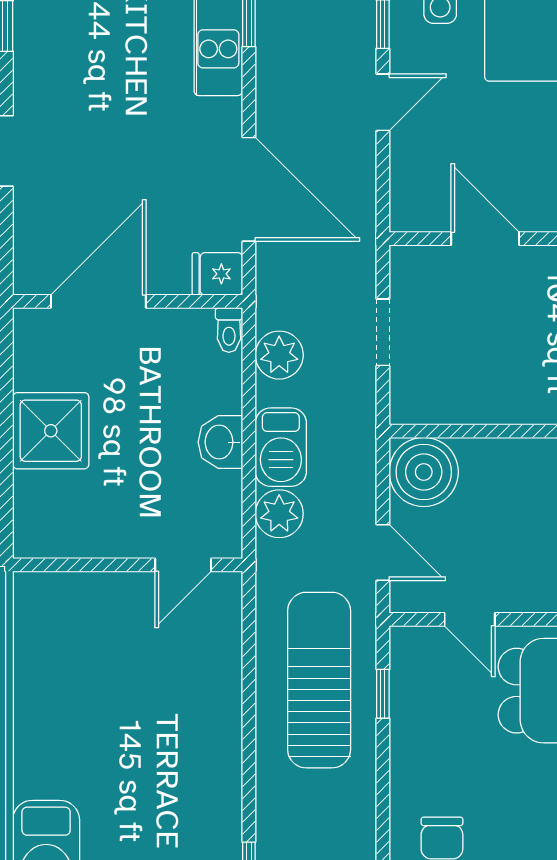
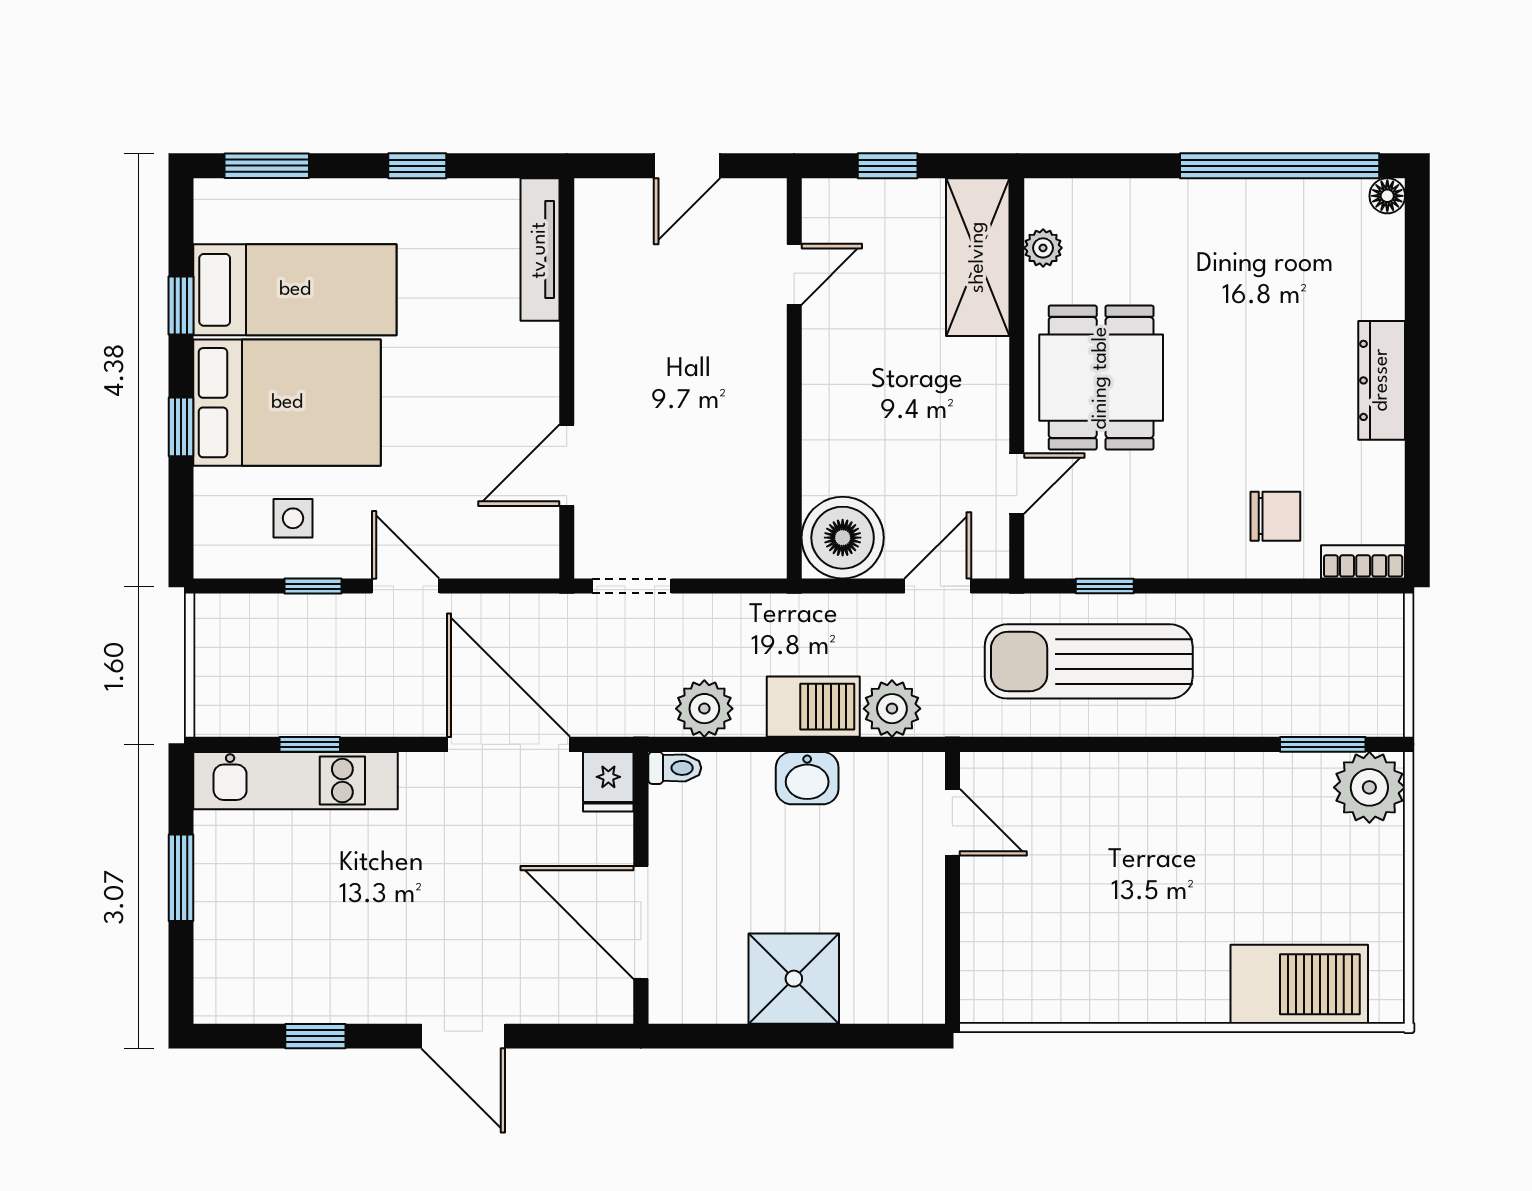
door: (249, 189) -> (508, 744), hinge flipped
doorway: (383, 332) -> (632, 586), moved

